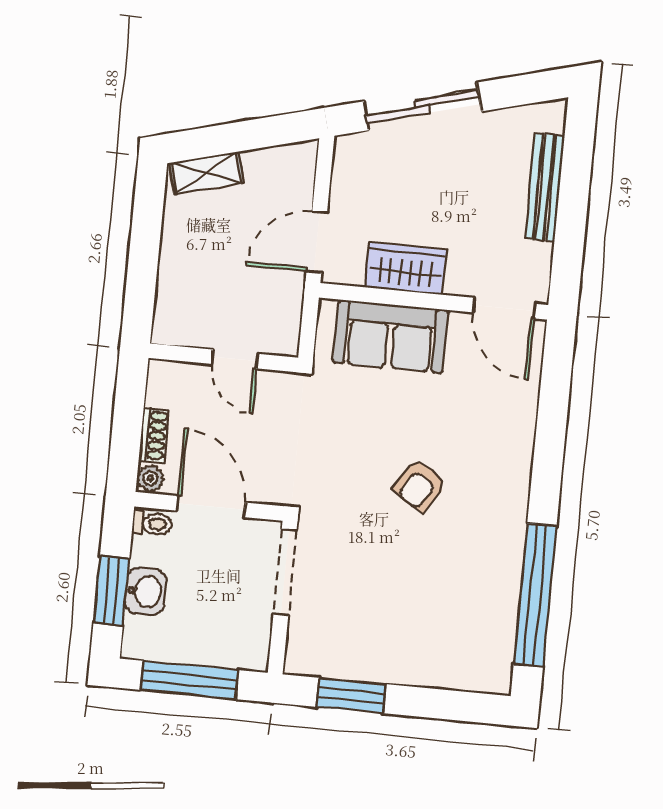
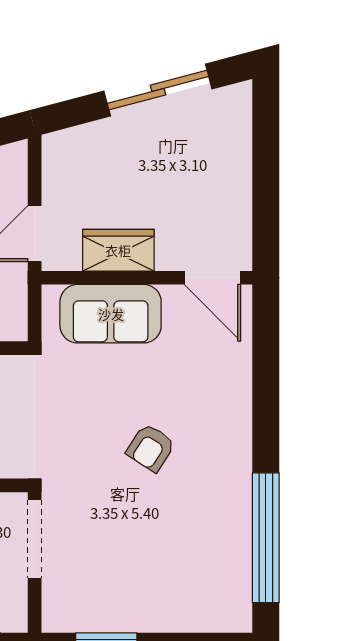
sliding door: (423, 106) -> (158, 90), moved
bench: (545, 187) -> (239, 164), removed

